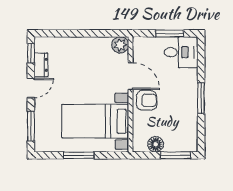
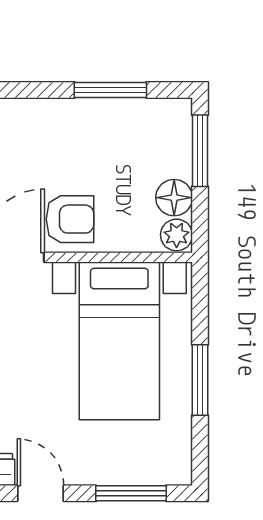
window: (201, 98) -> (110, 90), moved
armchair: (147, 100) -> (70, 219), turned 90
plant: (140, 145) -> (177, 235), added

